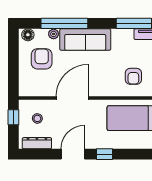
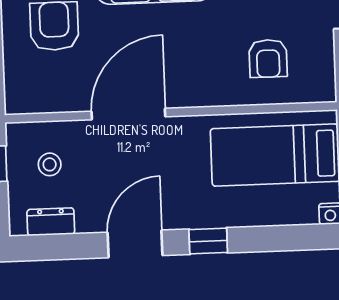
dresser: (37, 143) -> (51, 222), width x0.70

